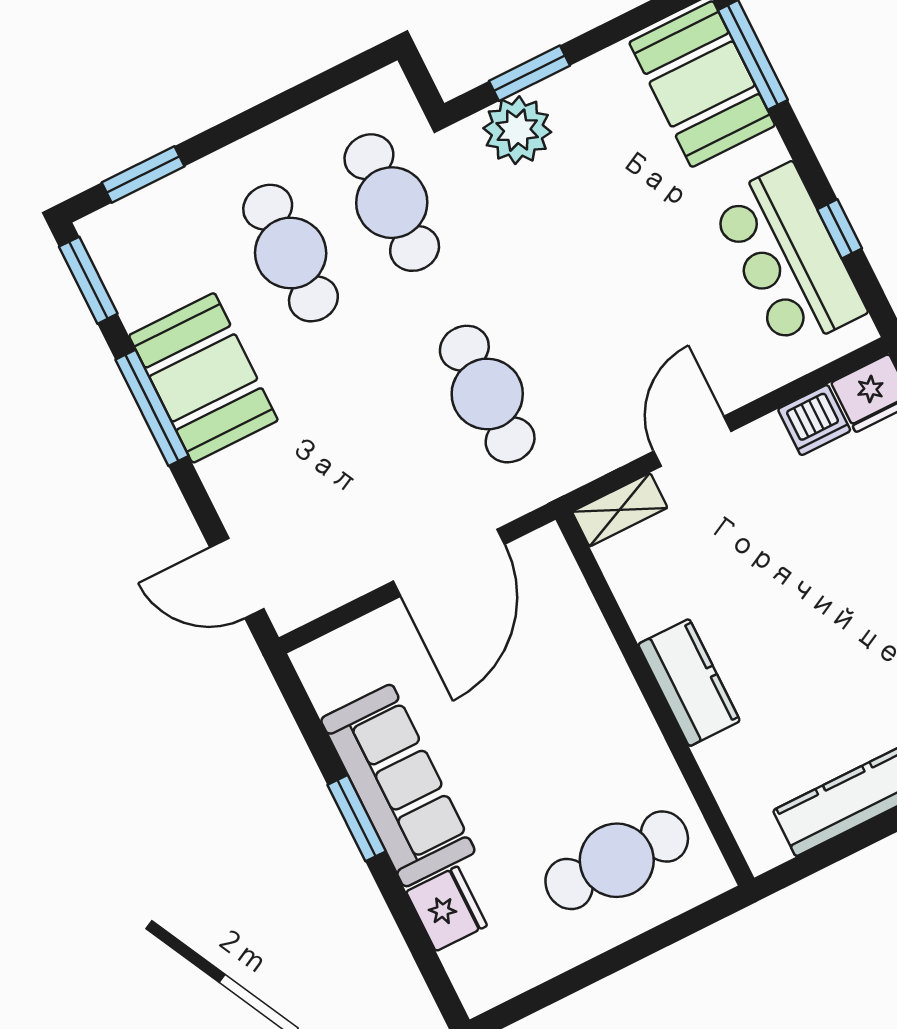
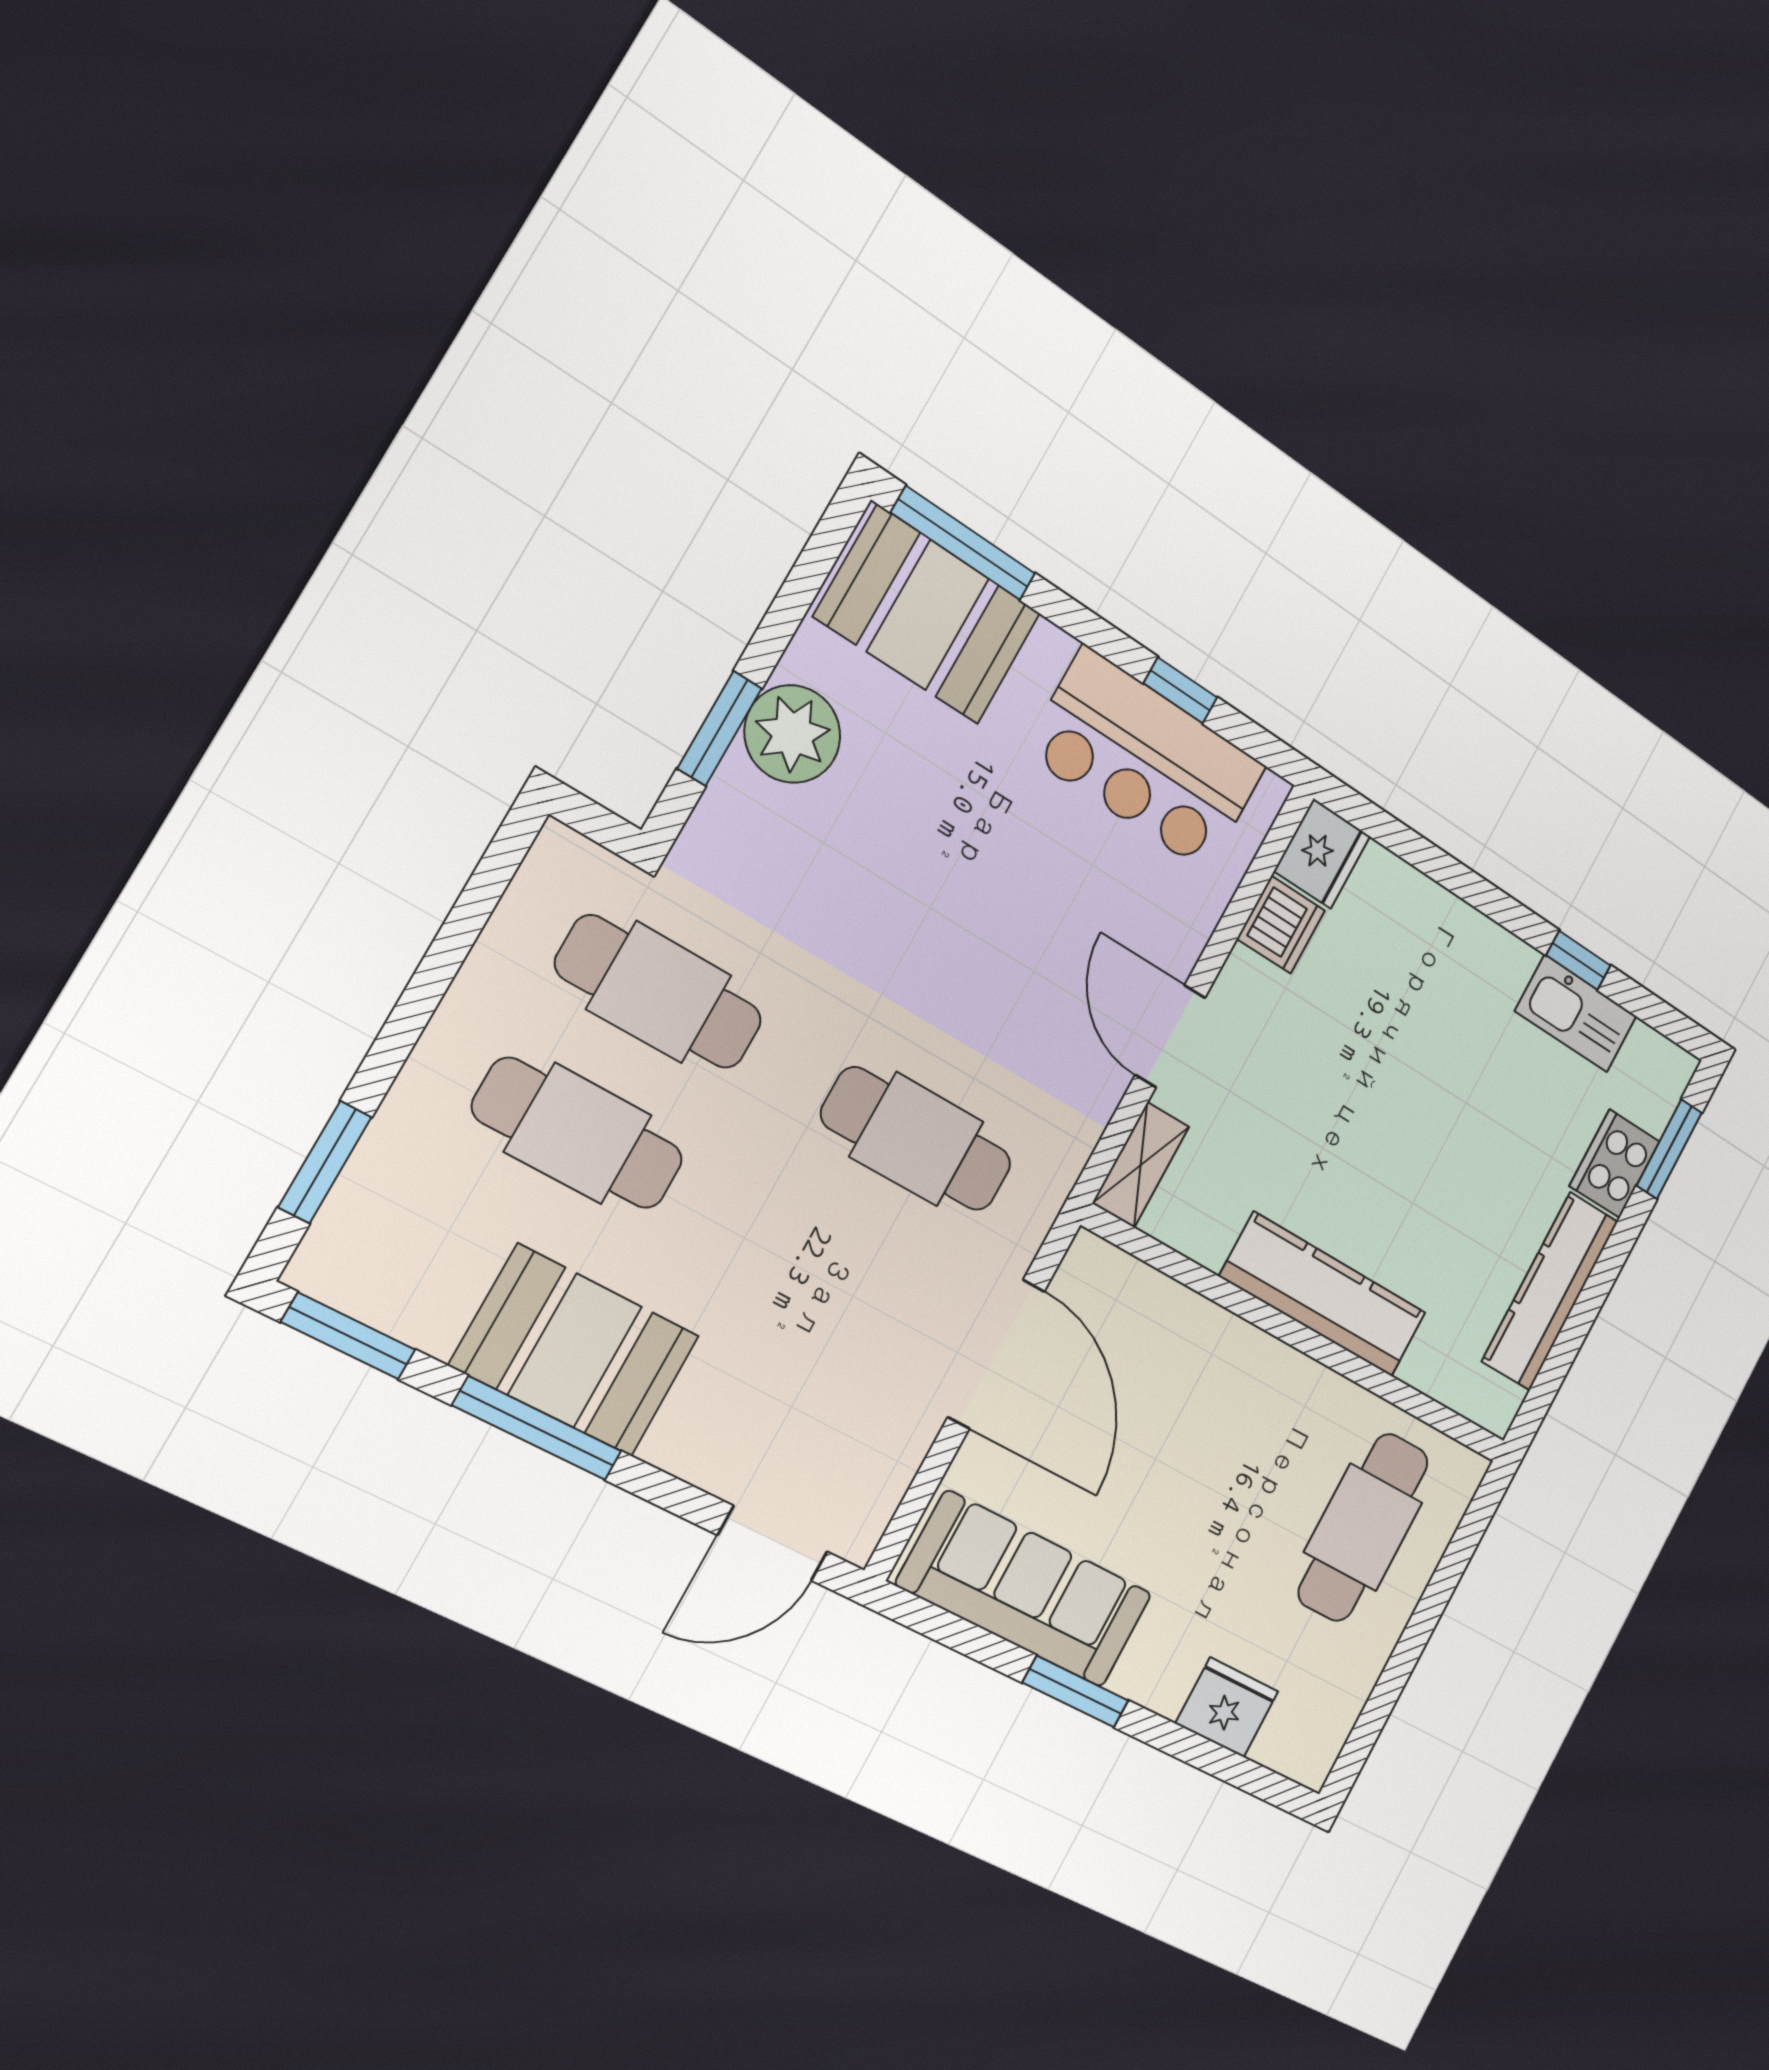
plant: (517, 130) -> (792, 734), moved
kitchen counter: (689, 683) -> (1324, 1295), width x1.50
sofa: (398, 786) -> (1025, 1589), moved

